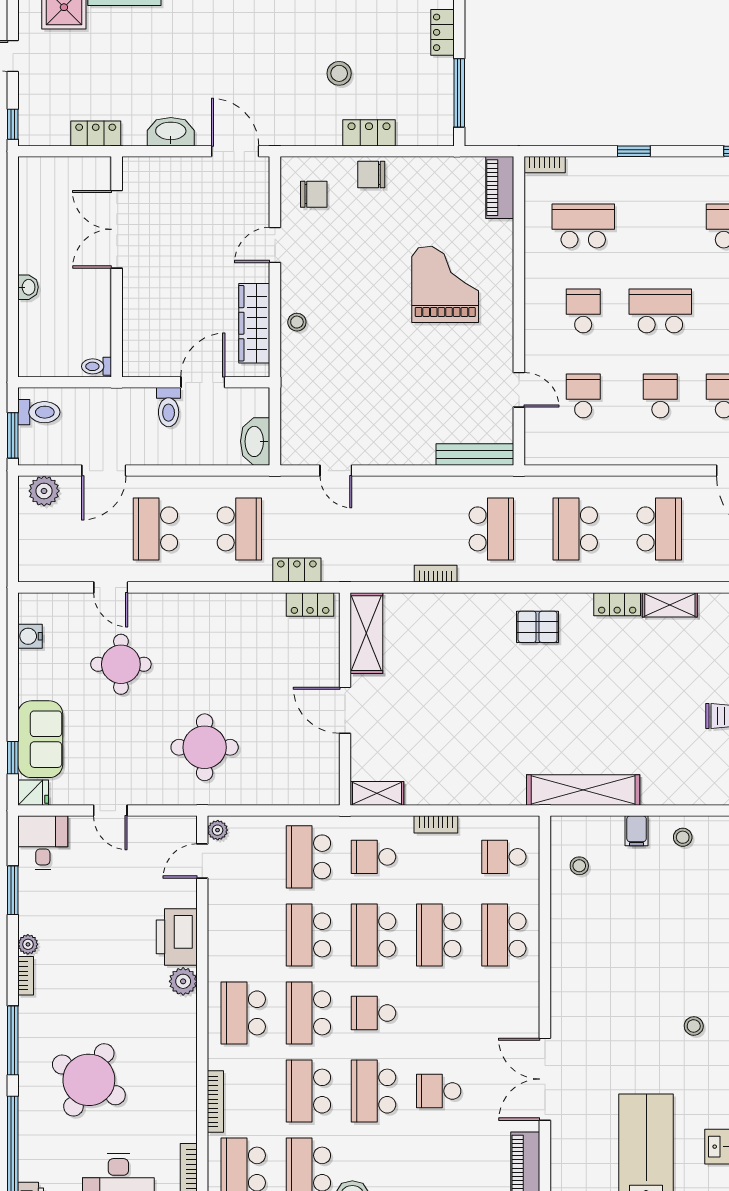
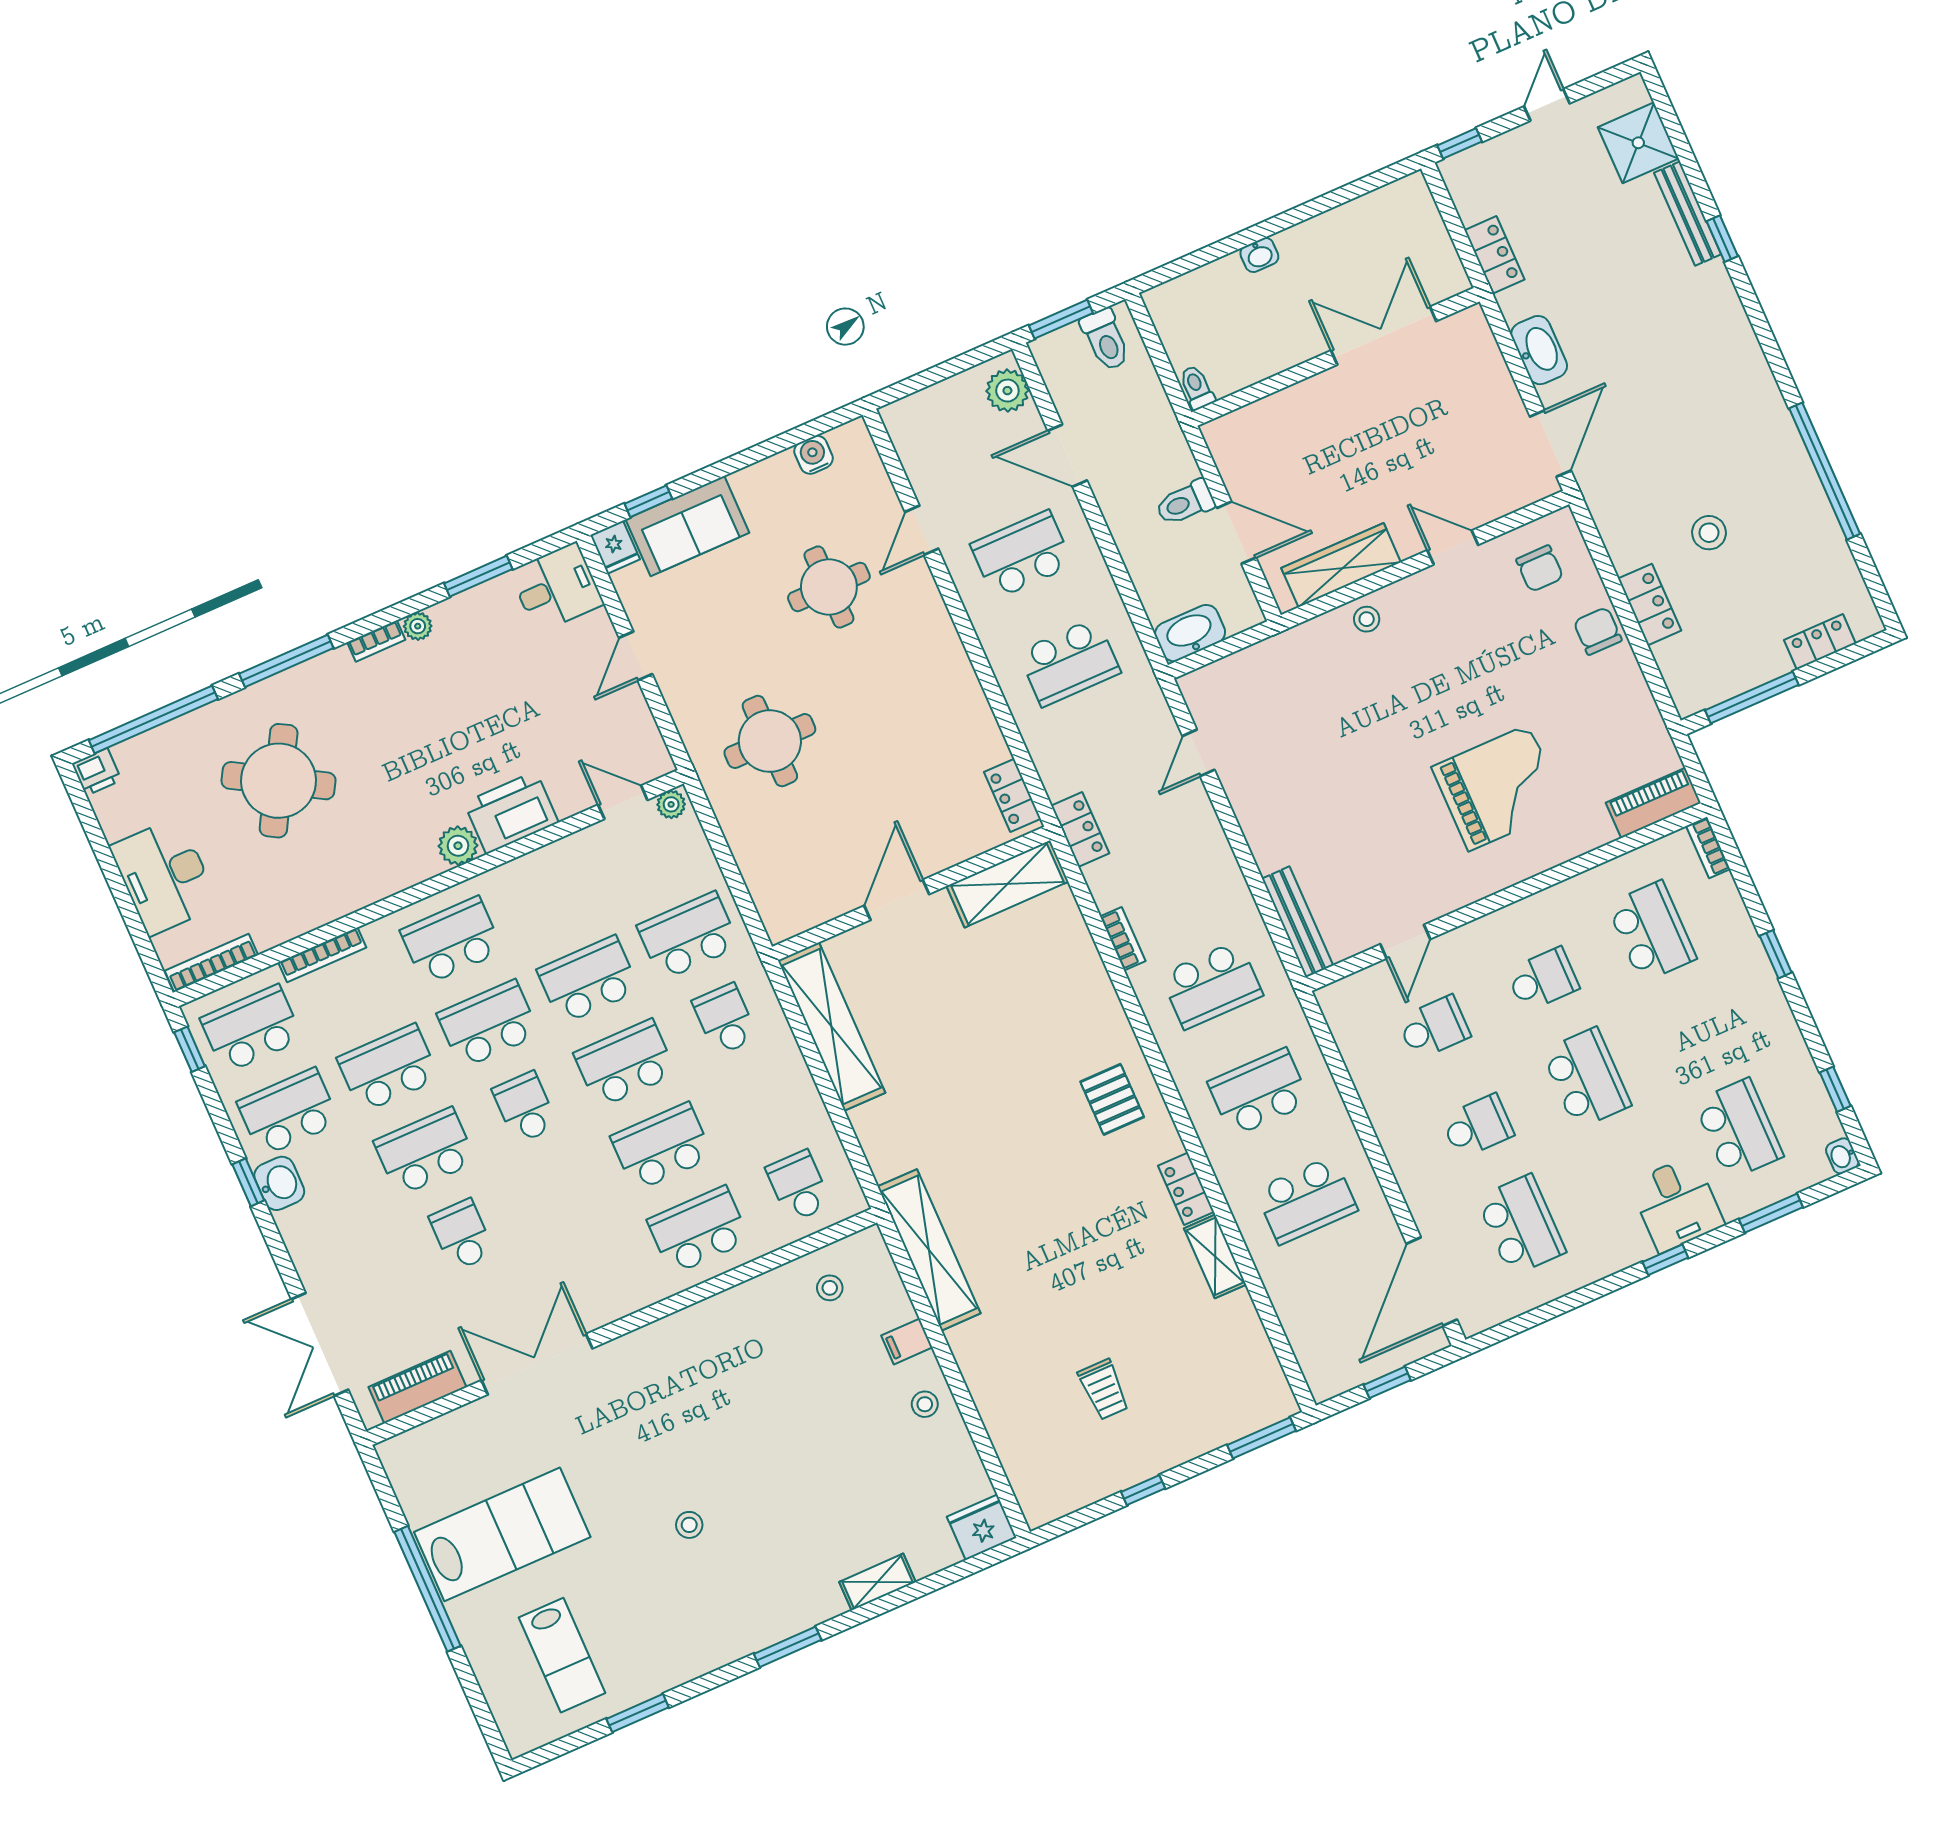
locker: (297, 570) -> (1080, 830), moved
shelving: (377, 793) -> (832, 1027), width x2.20, depth x1.33
bookcase: (436, 824) -> (802, 1081), removed

